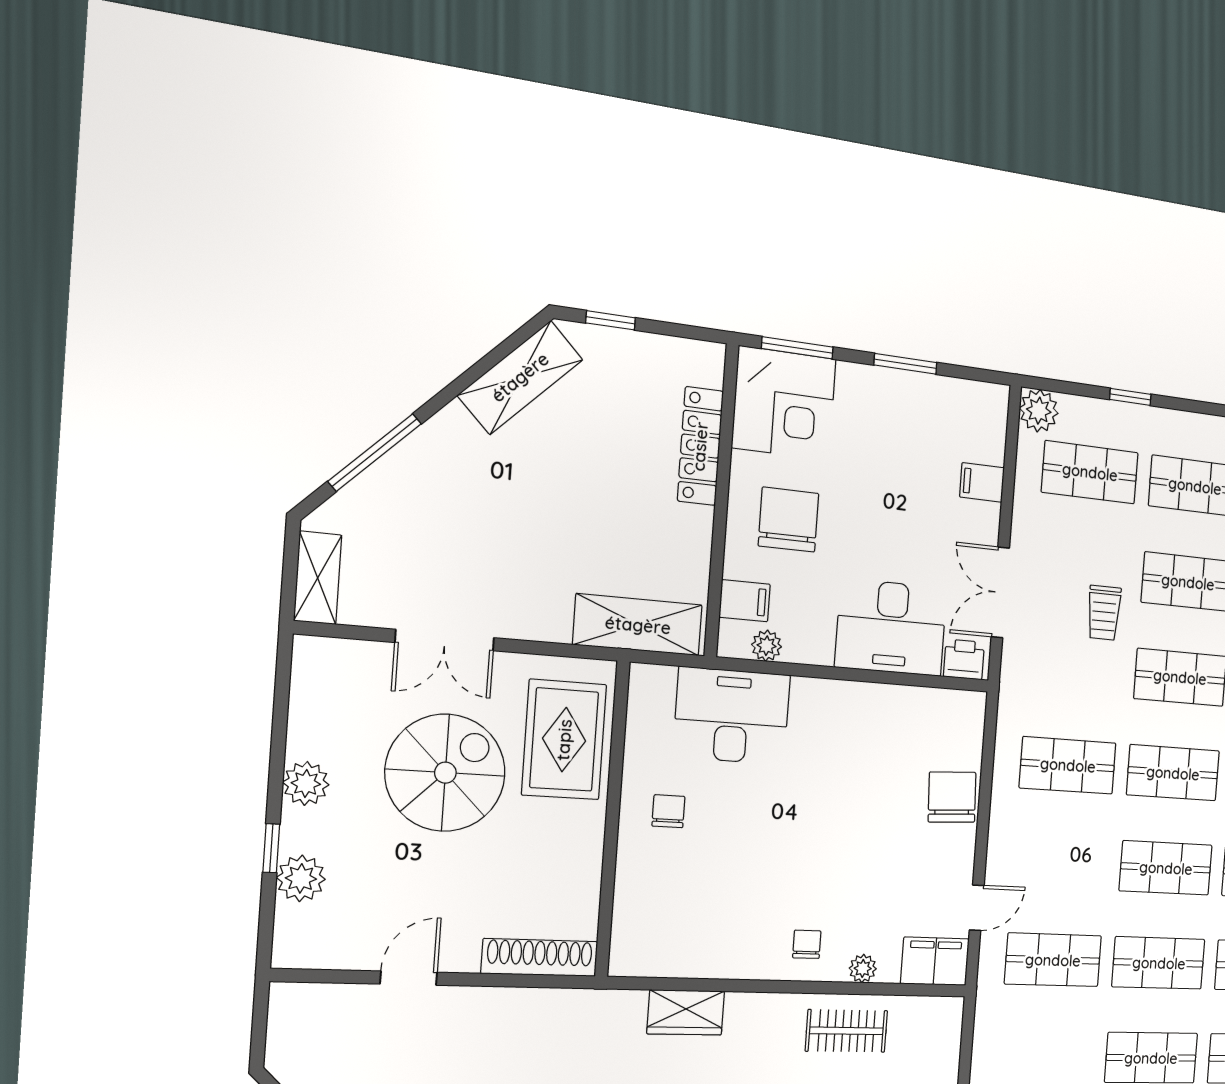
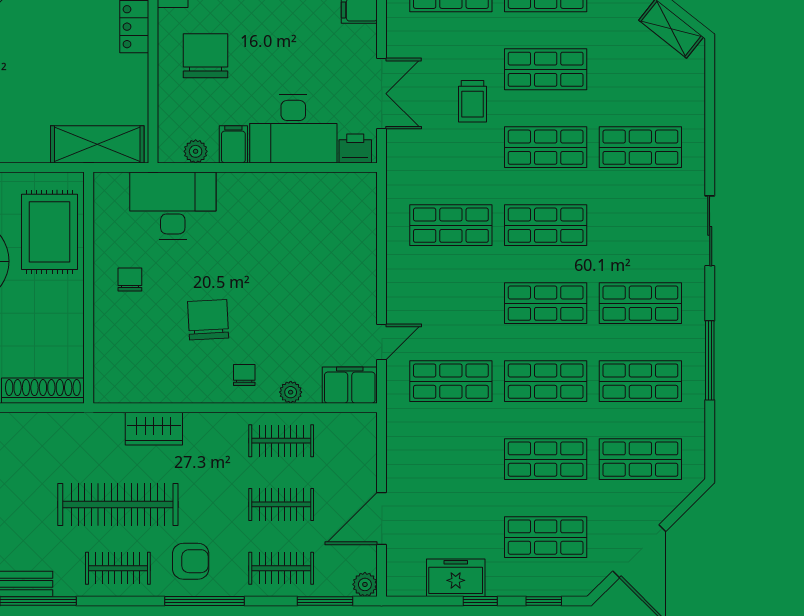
double door: (1000, 592) -> (382, 94), swing flipped
filing cabinet: (745, 601) -> (233, 144), moved, turned -90
chair: (952, 797) -> (208, 320), moved

